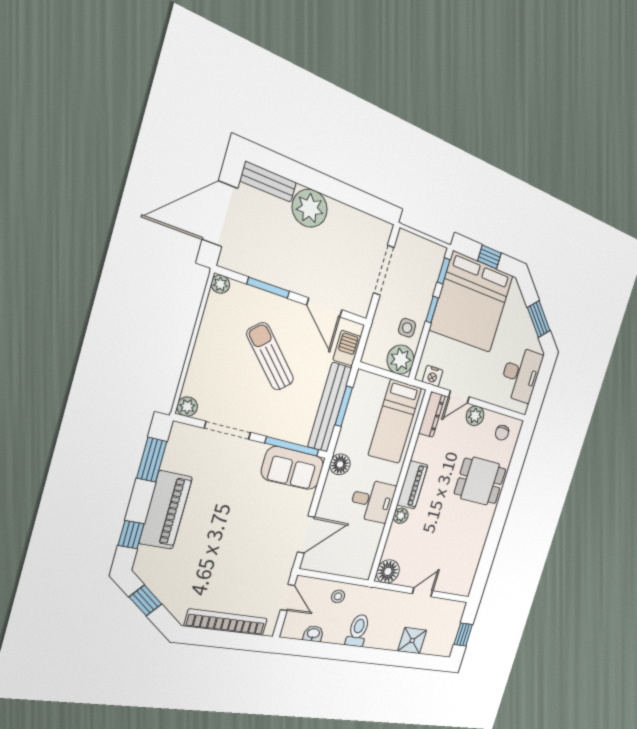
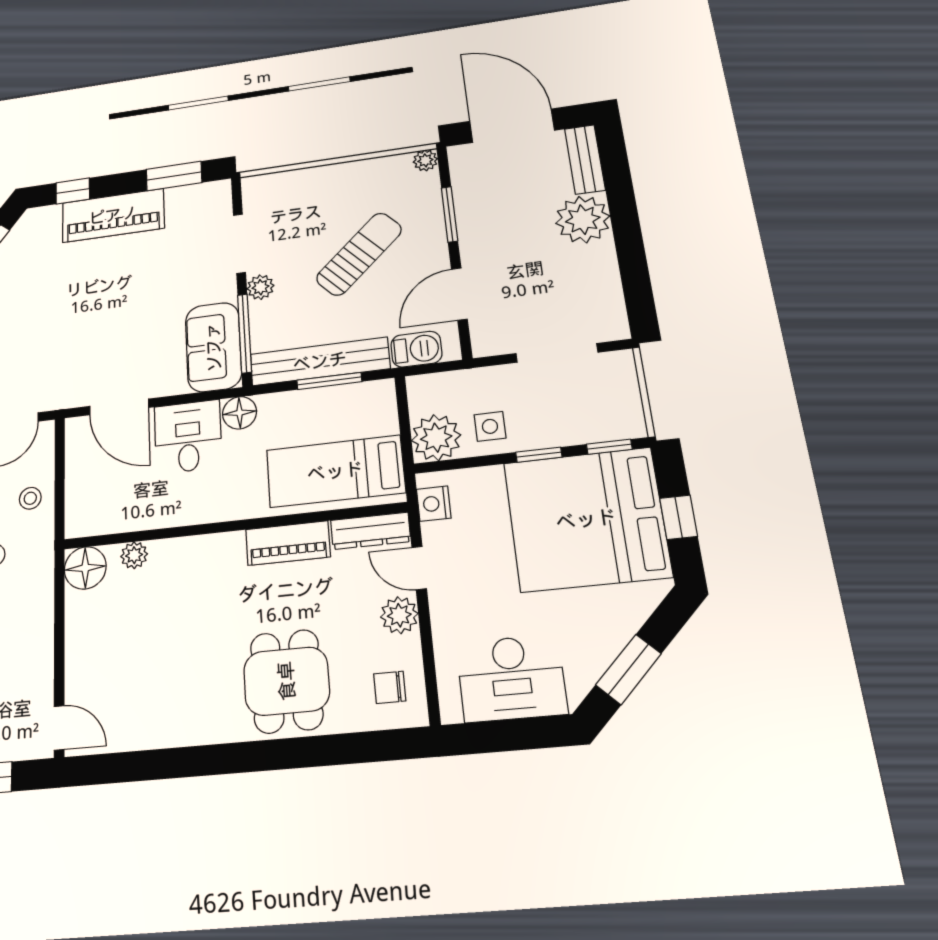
plant: (187, 407) -> (260, 287), moved
piano: (412, 485) -> (288, 543), moved
desk: (373, 501) -> (188, 437), moved, turned 180
plant: (401, 516) -> (134, 555), moved
door: (423, 592) -> (59, 728), moved

